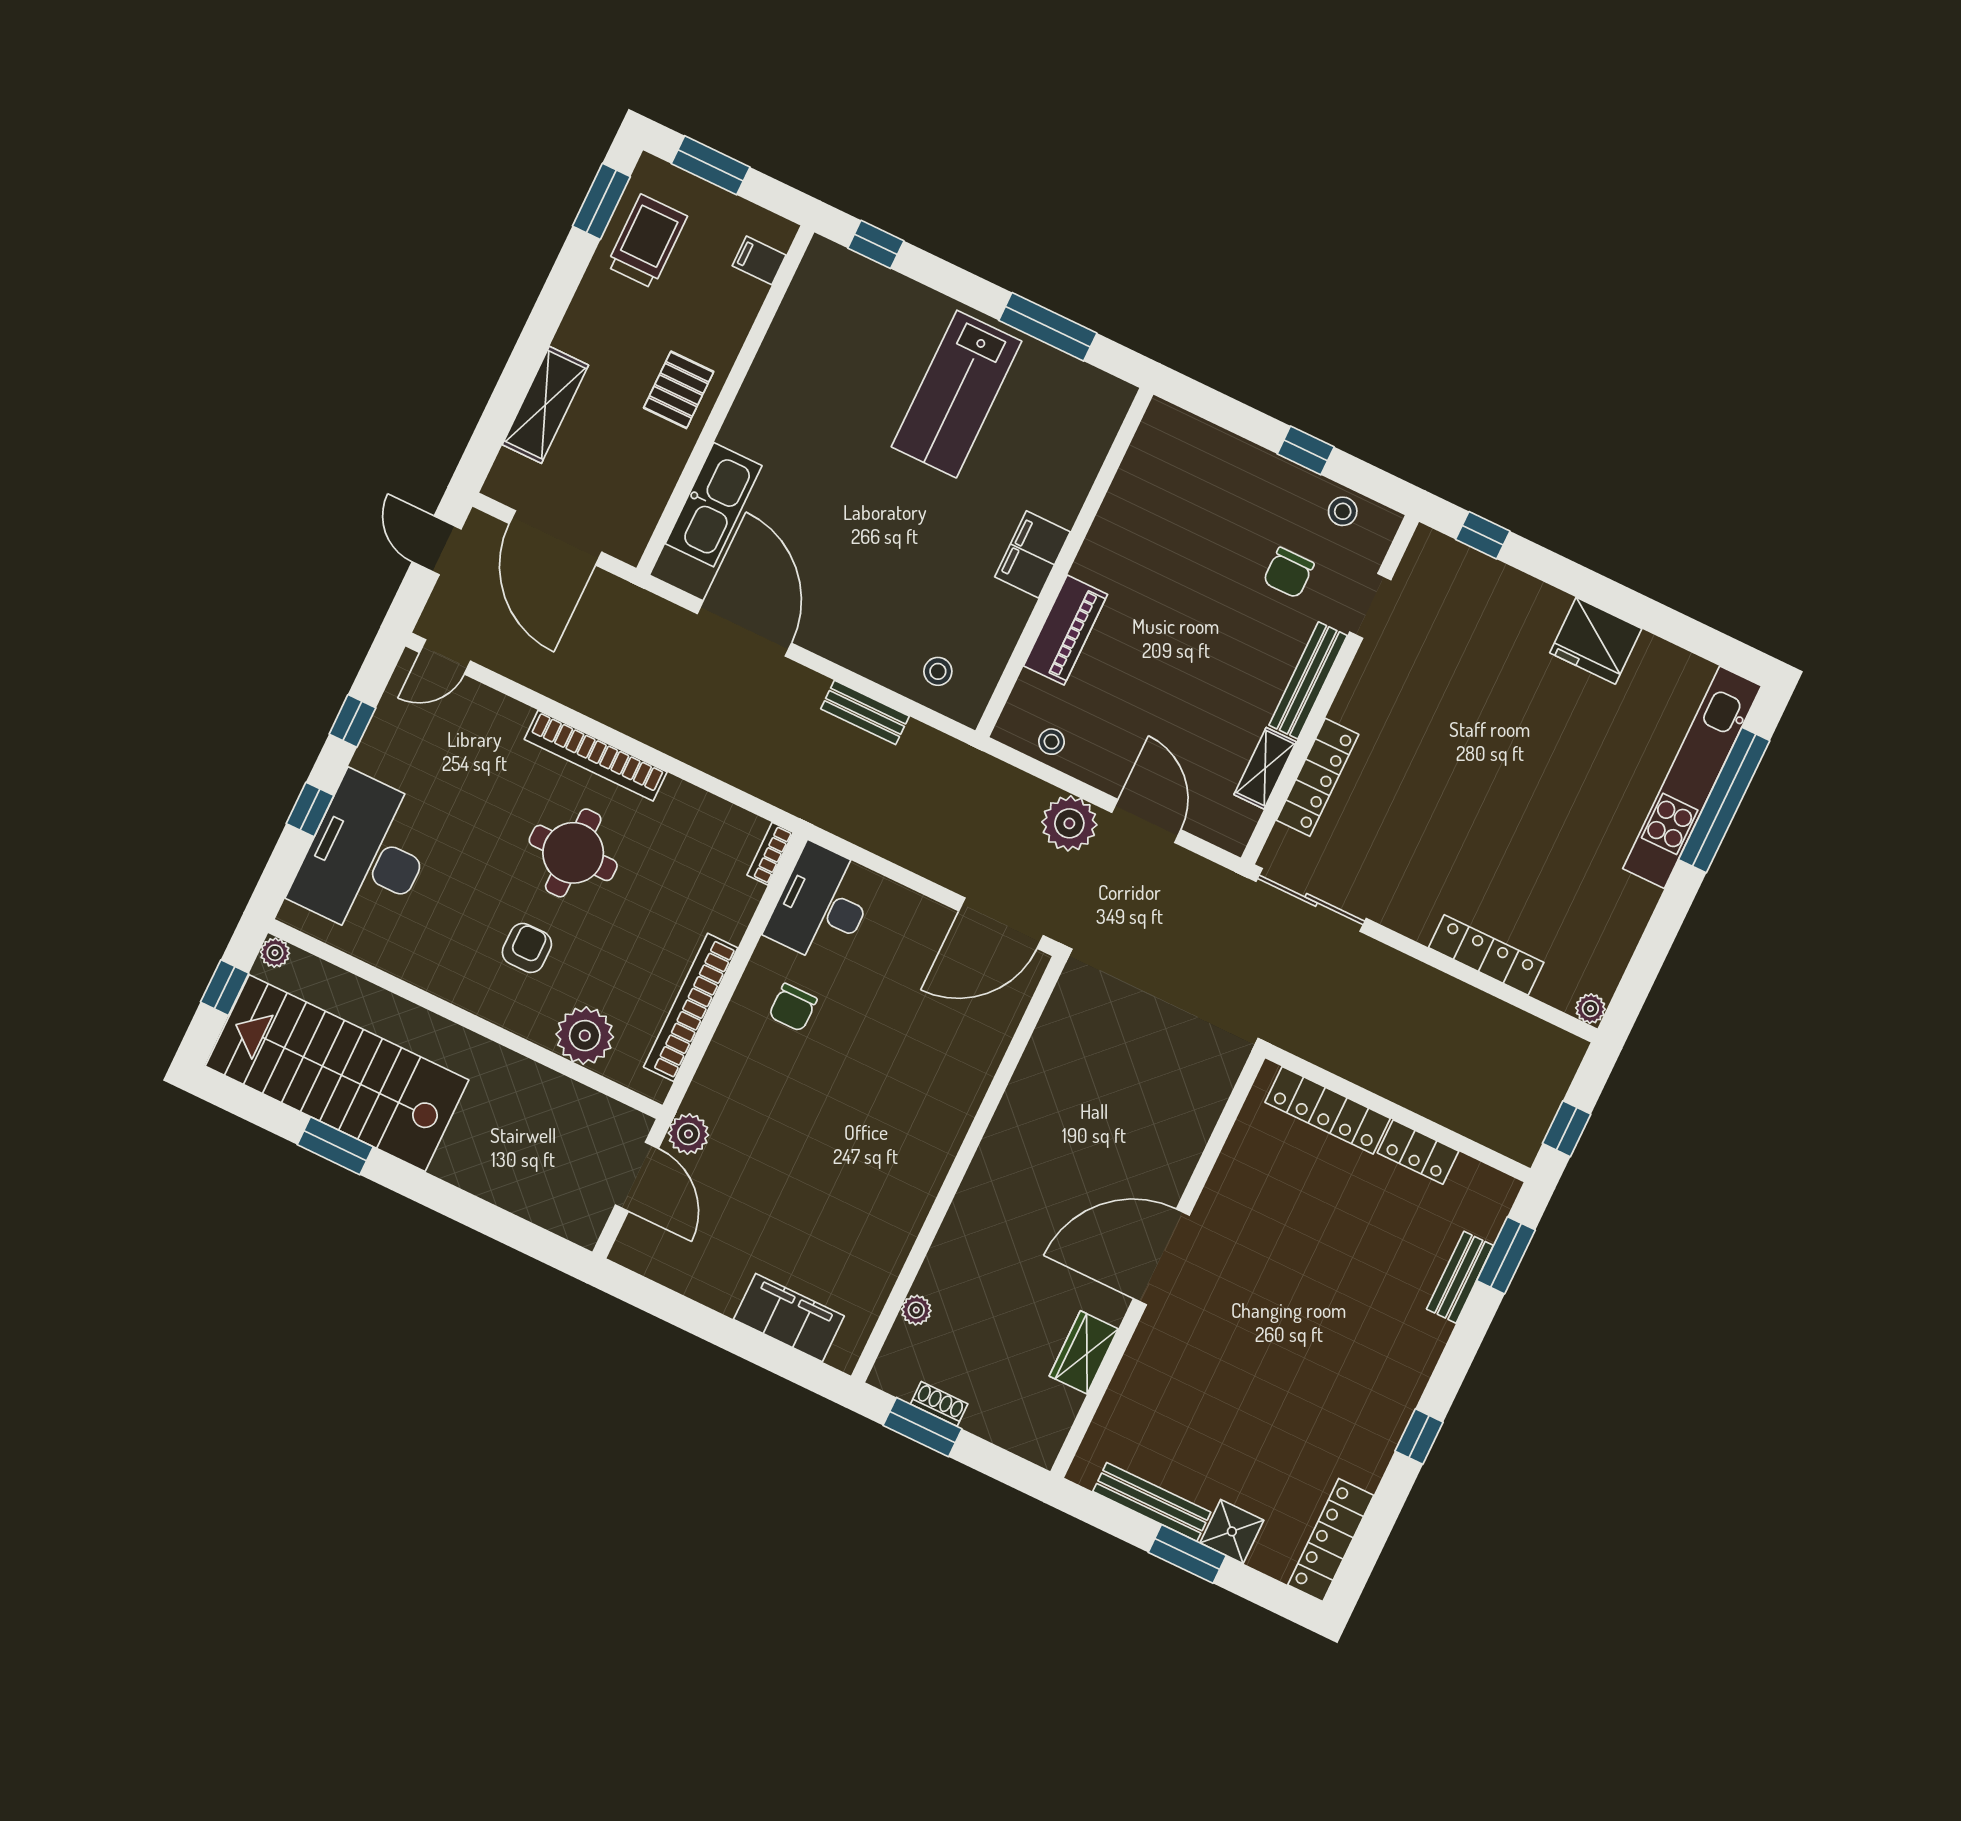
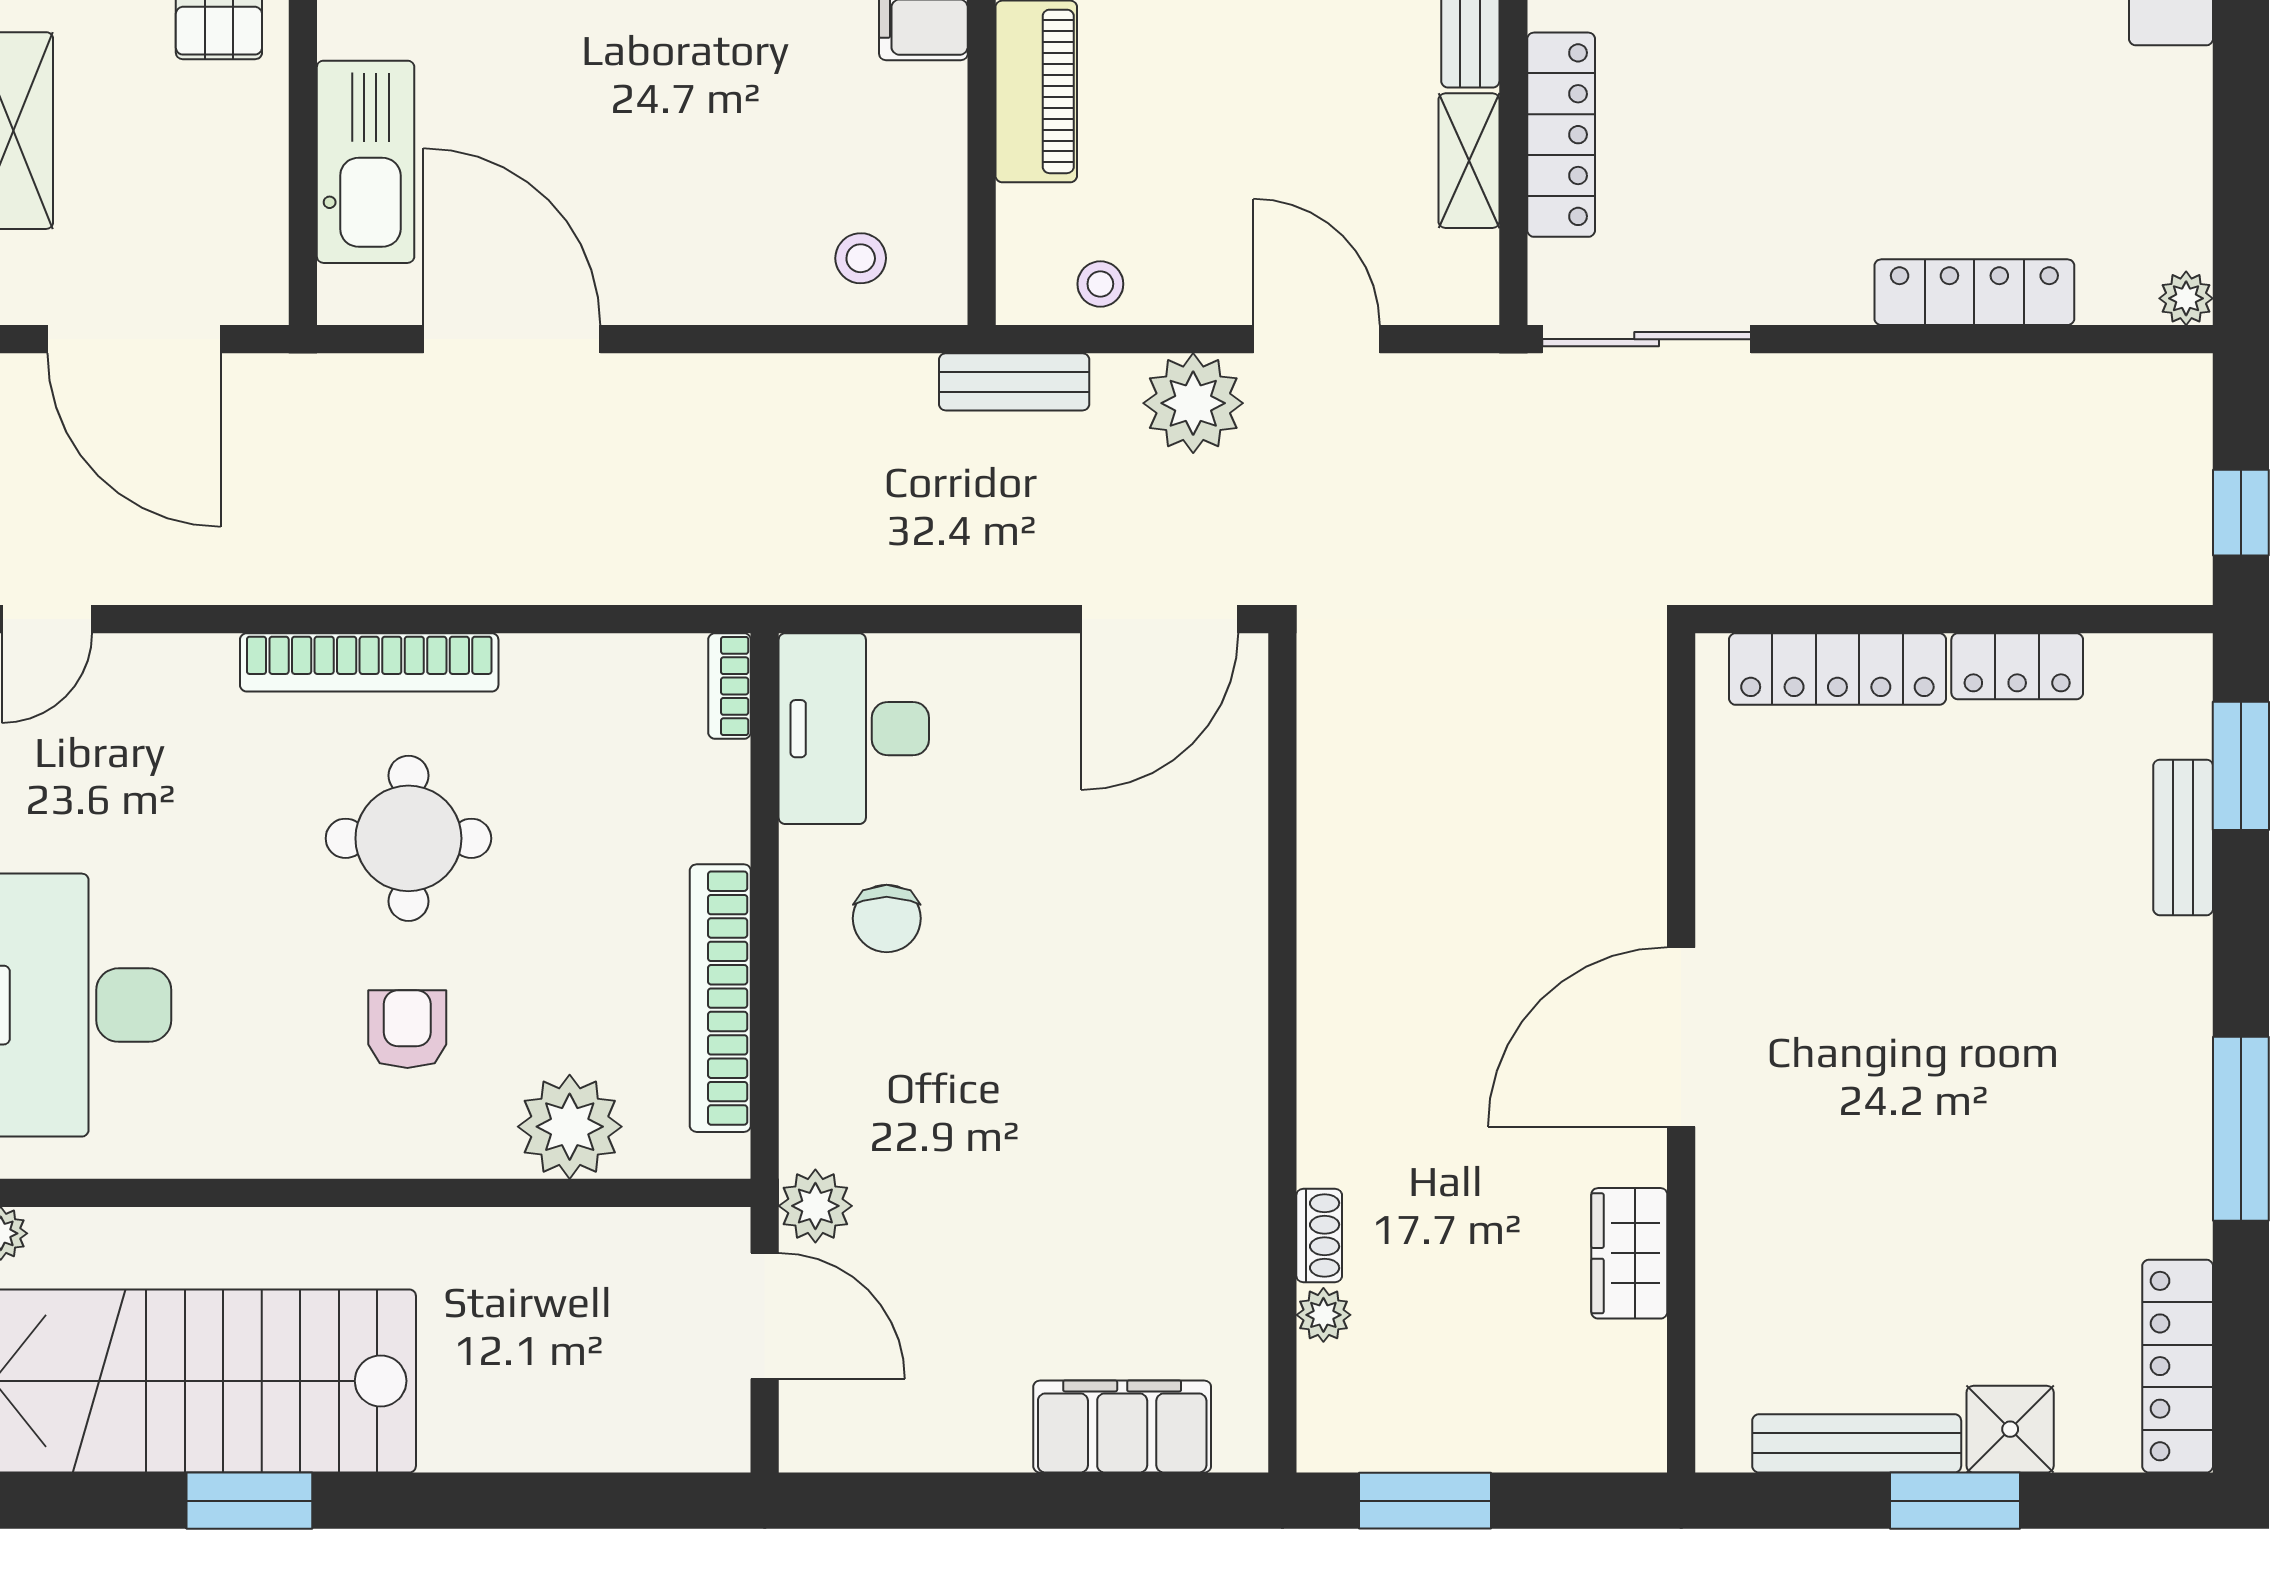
bench: (865, 712) -> (1014, 382), moved
shoe rack: (939, 1404) -> (1319, 1235), moved, turned 90
window: (1419, 1437) -> (2241, 1129), width x2.17

